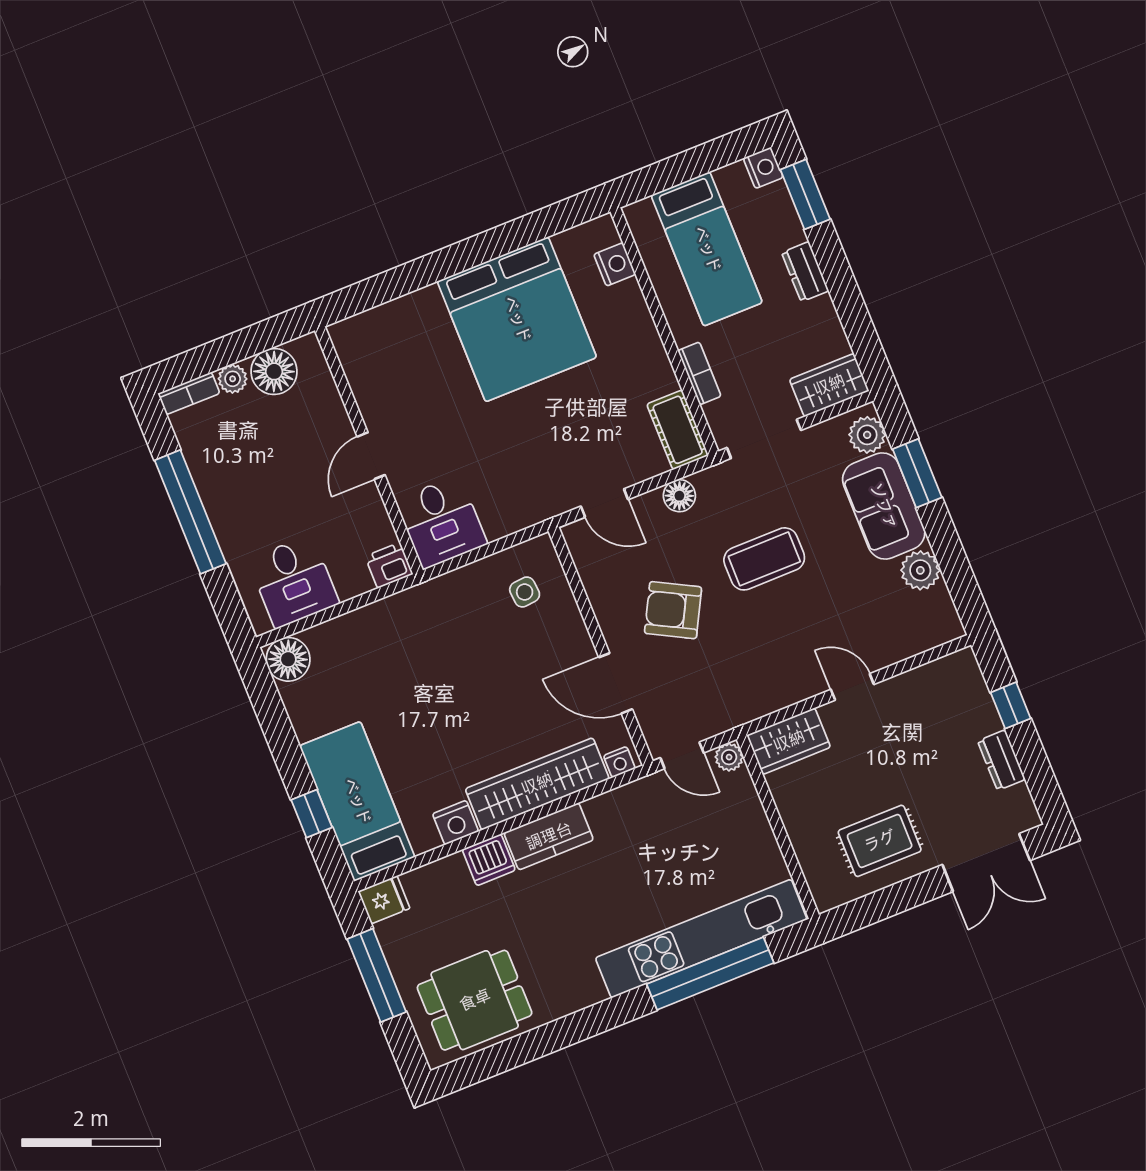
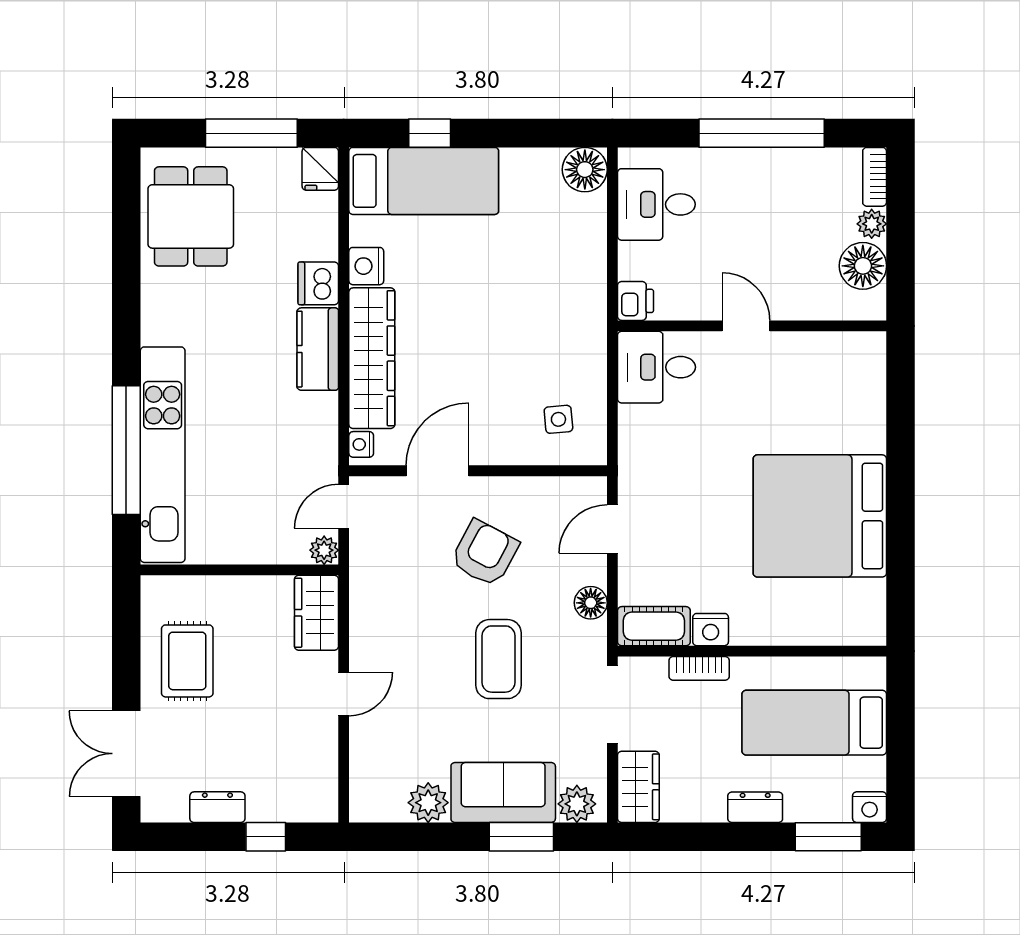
nightstand: (615, 264) -> (711, 630), moved

